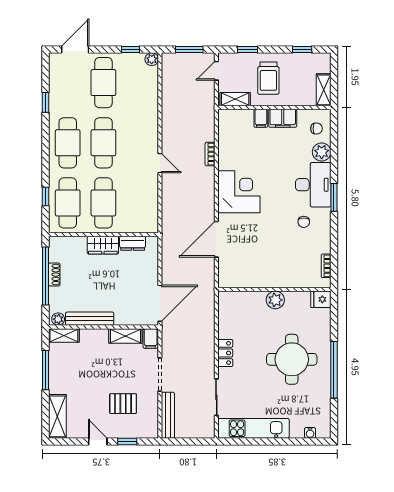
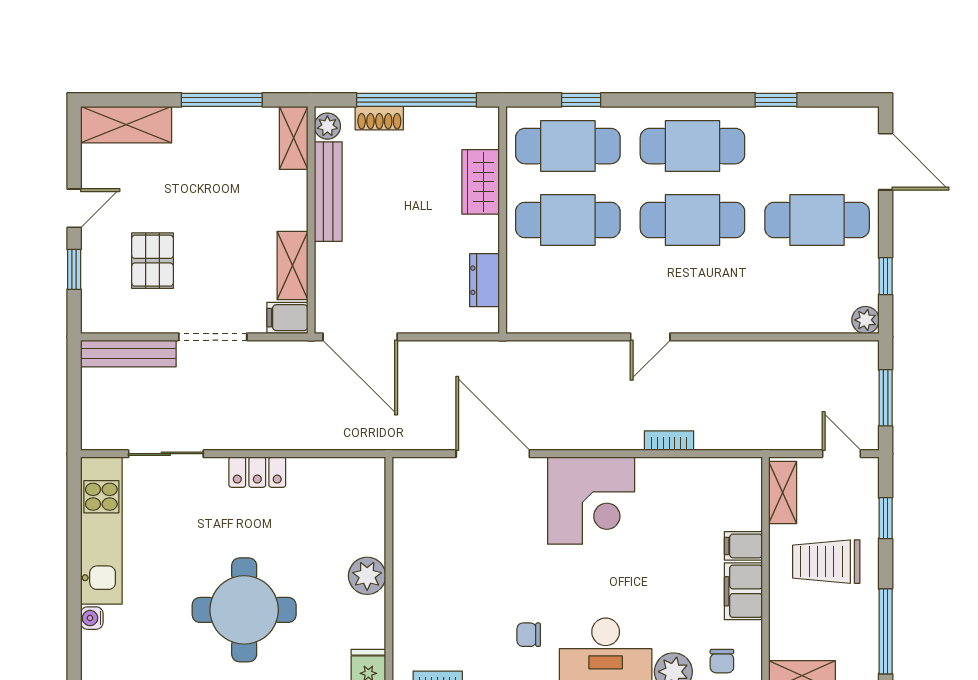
window: (302, 49) -> (886, 631), width x2.17
wardrobe: (103, 245) -> (481, 182), moved
shoe rack: (54, 275) -> (379, 118), moved
water cooler: (310, 433) -> (92, 618), moved

